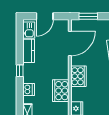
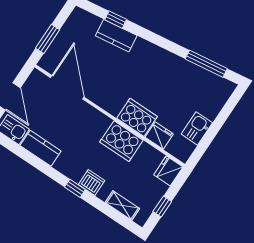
window: (20, 71) -> (75, 188), moved
cooker: (79, 76) -> (137, 117), moved

